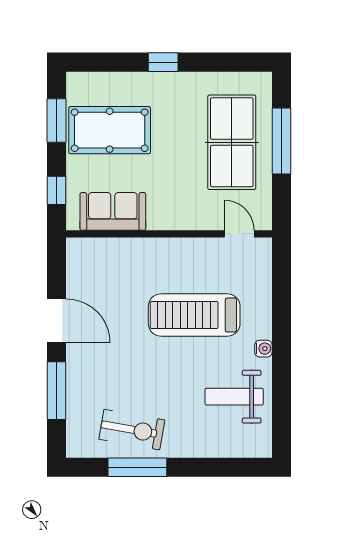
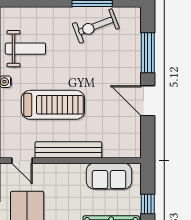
window: (56, 190) -> (148, 204), moved
bench: (172, 250) -> (68, 150), added
exercise bike: (132, 430) -> (96, 26), turned -31

